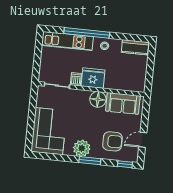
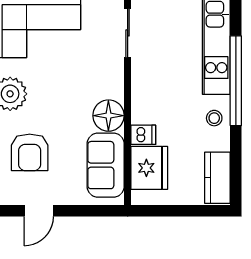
fridge: (93, 78) -> (149, 168), moved
dishwasher: (76, 79) -> (143, 135), moved
door: (143, 140) -> (39, 211), swing flipped

